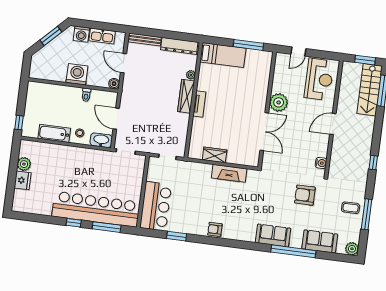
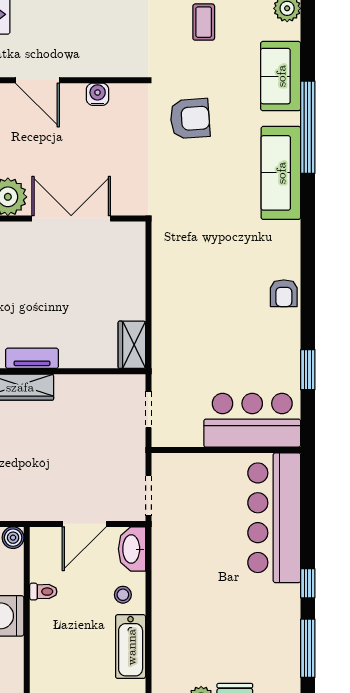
wardrobe: (215, 155) -> (132, 345), moved
water cooler: (321, 163) -> (98, 94), moved
fireplace: (229, 173) -> (166, 279), removed
armchair: (305, 195) -> (190, 119), turned -94
bar counter: (96, 209) -> (274, 518), width x0.73
window: (107, 227) -> (308, 648), moved
sofa: (273, 235) -> (281, 173), width x1.36

